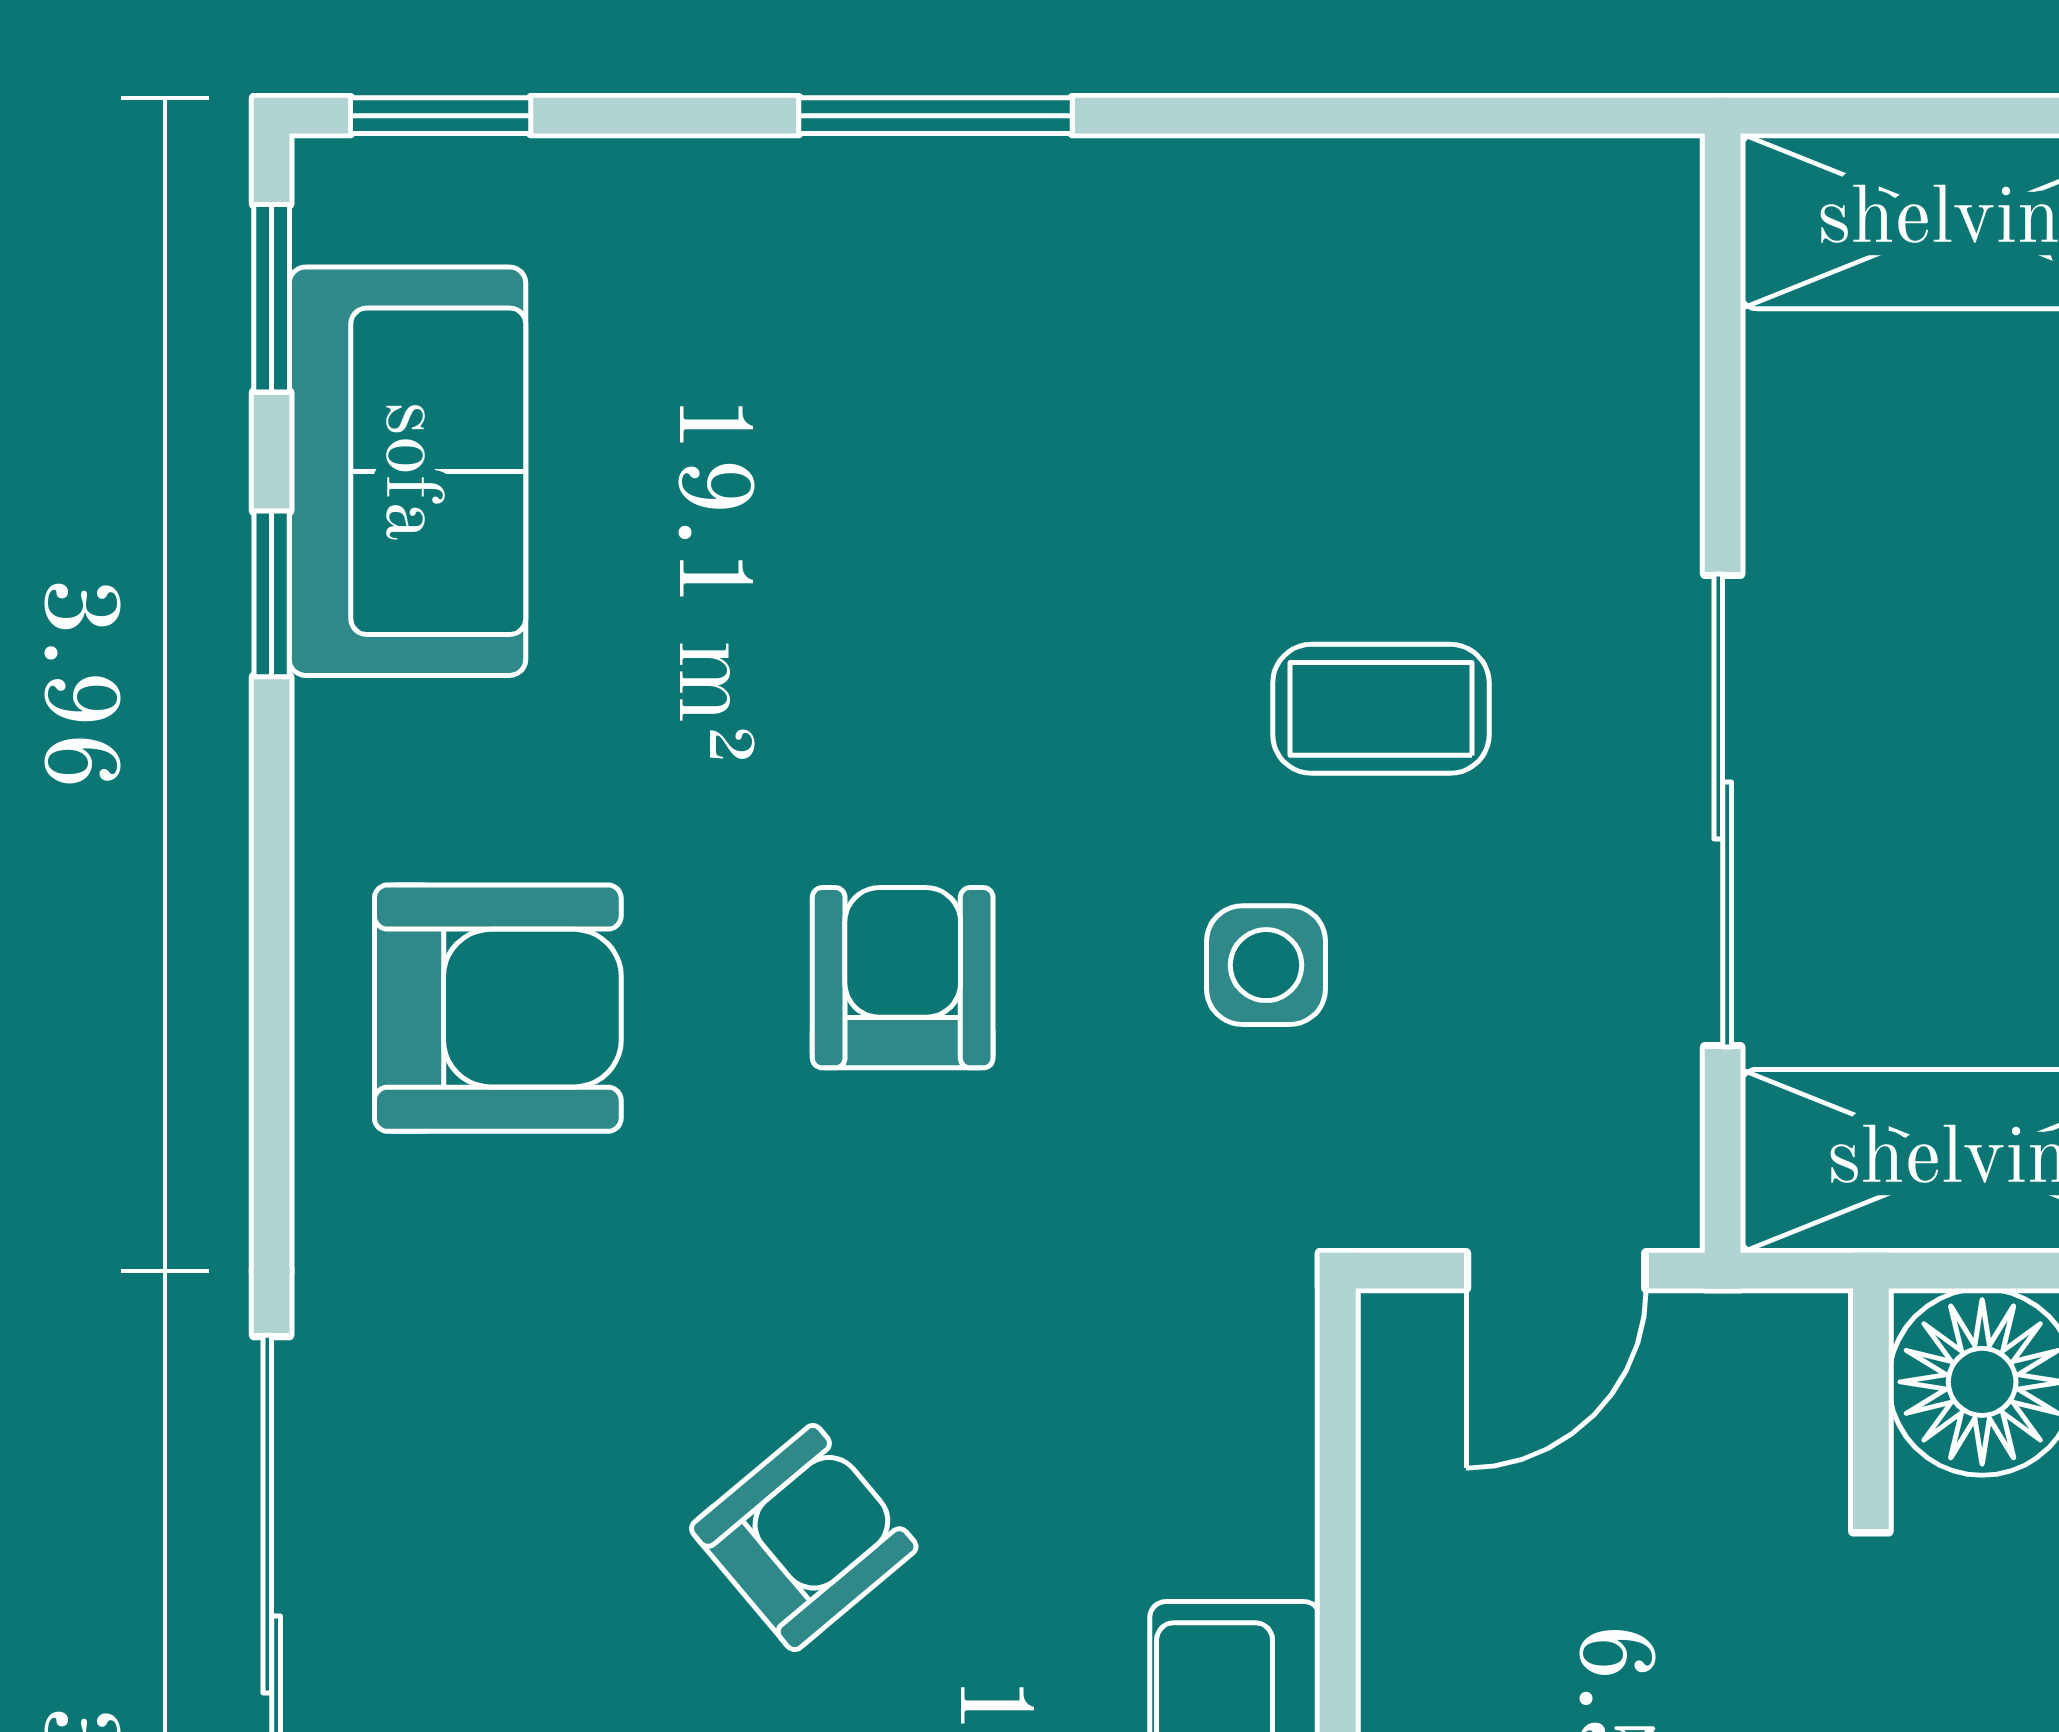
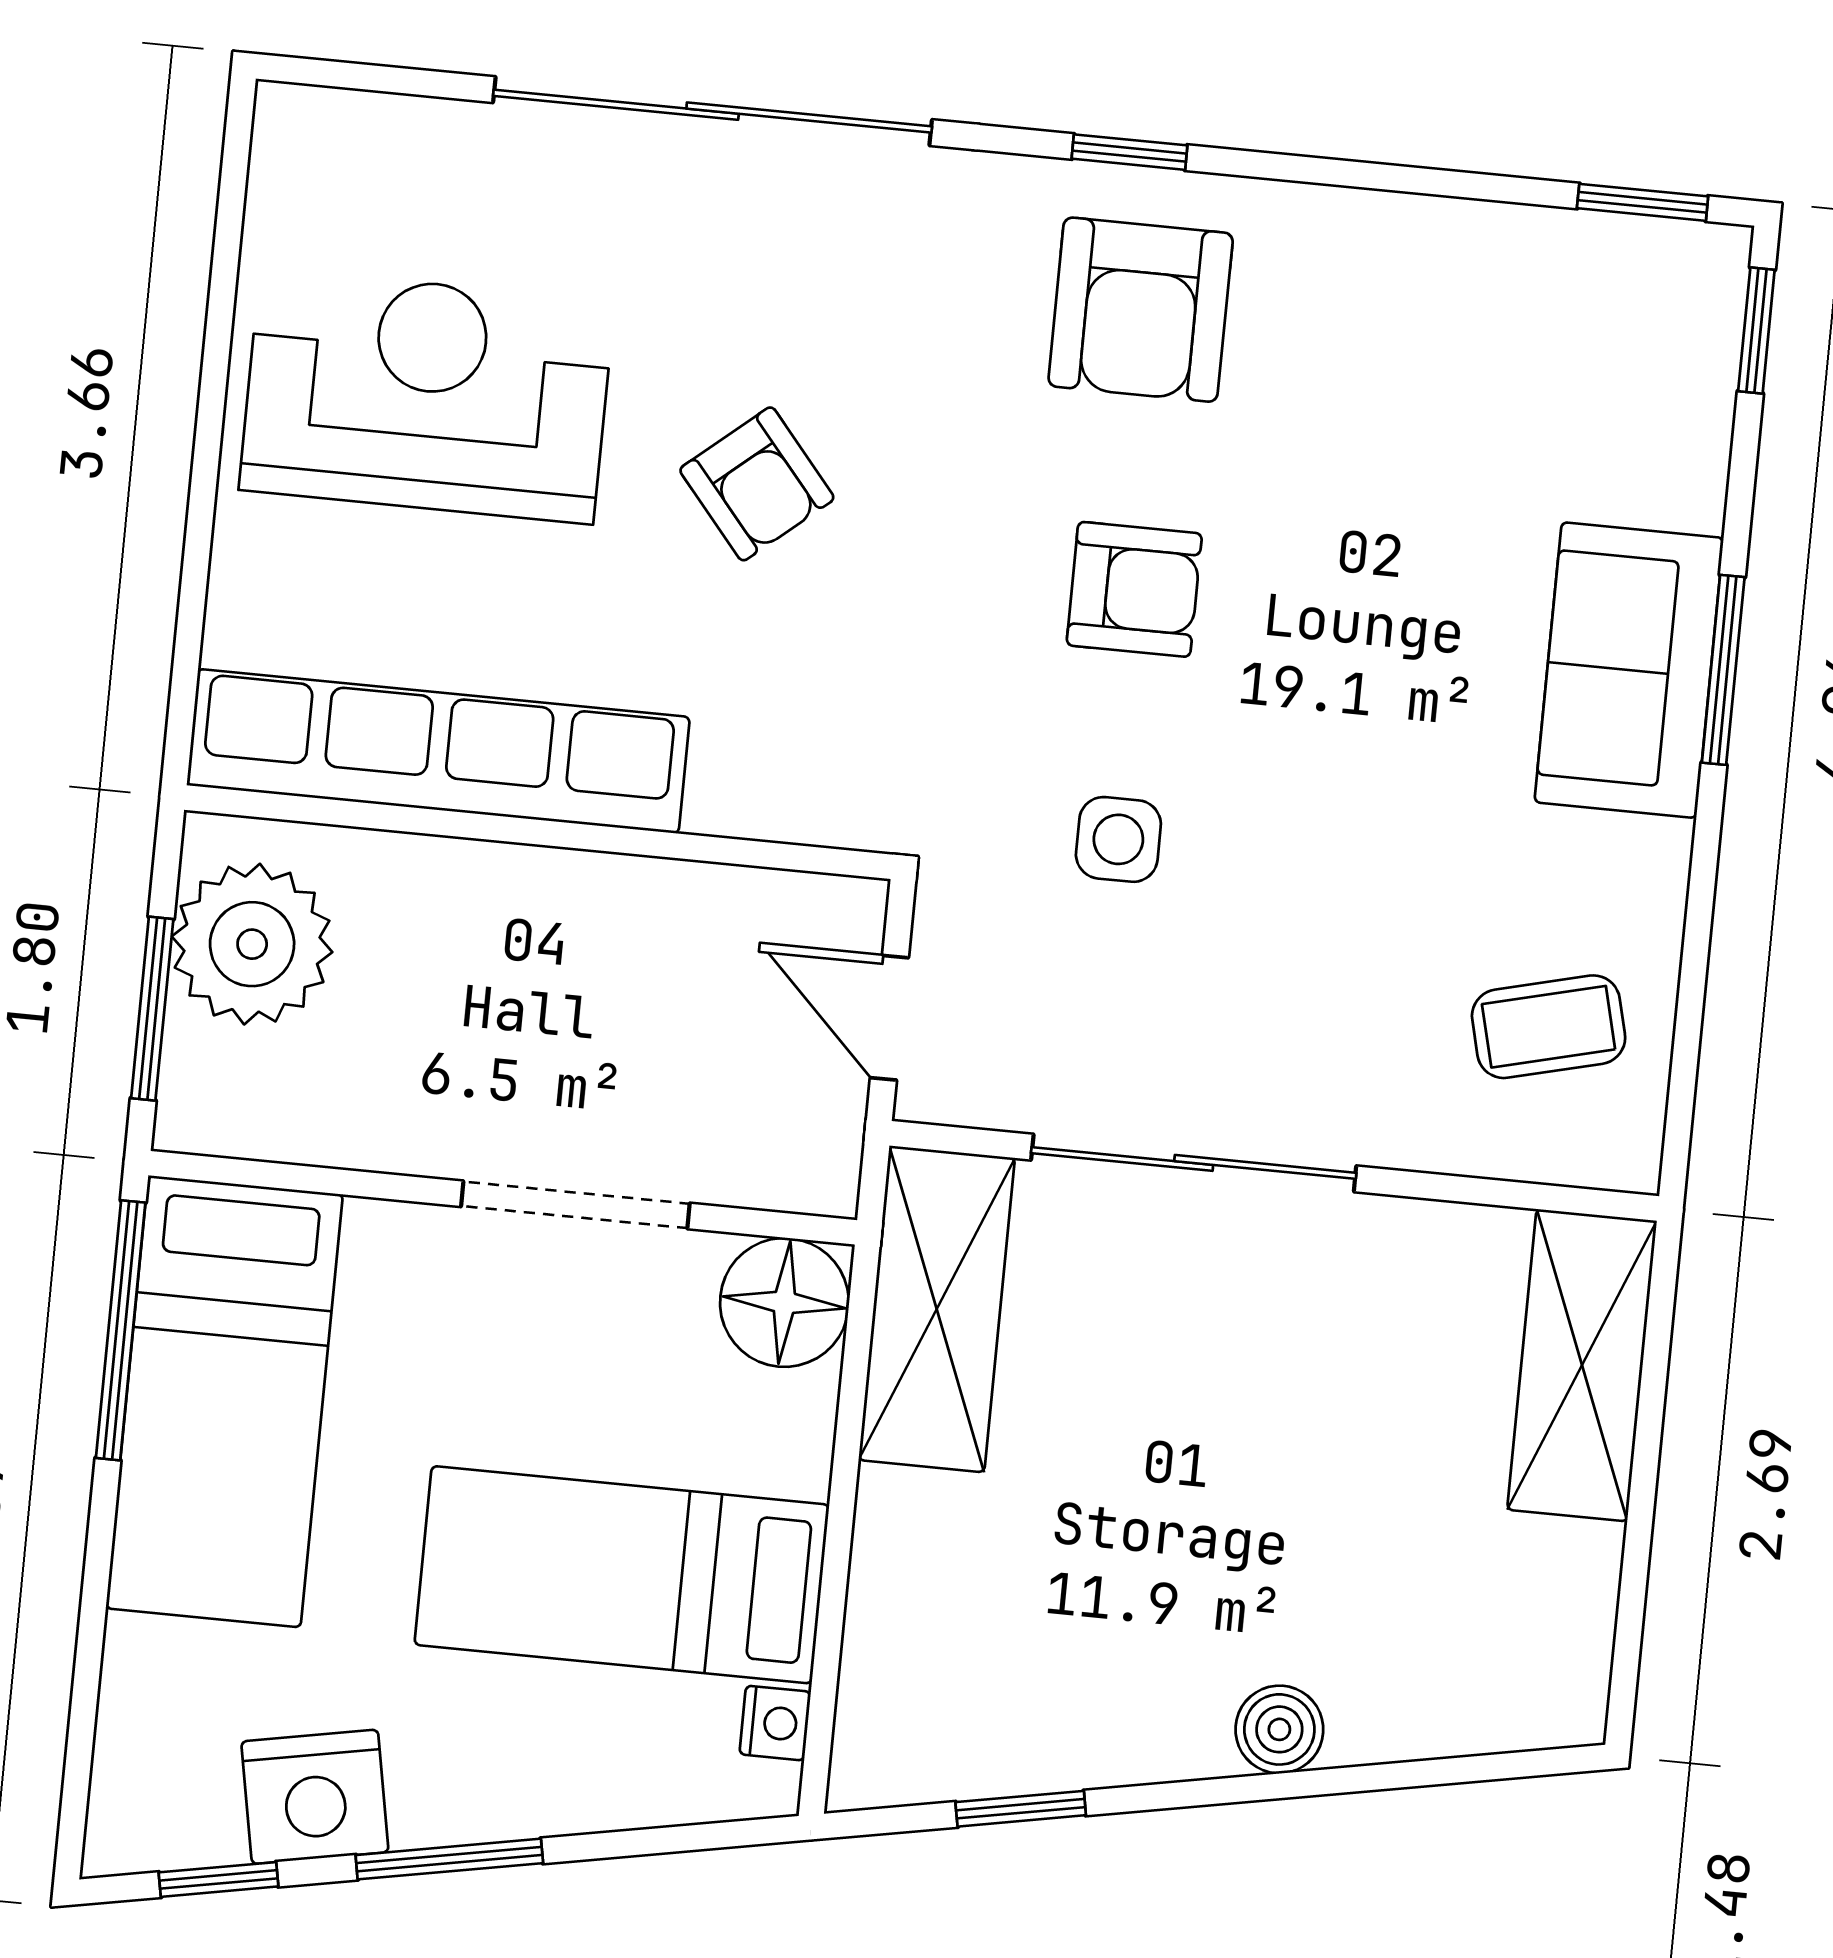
sofa: (408, 471) -> (1629, 670), moved, turned 90
window: (272, 594) -> (1130, 152), moved
coffee table: (1381, 709) -> (1549, 1027), moved, turned 76

